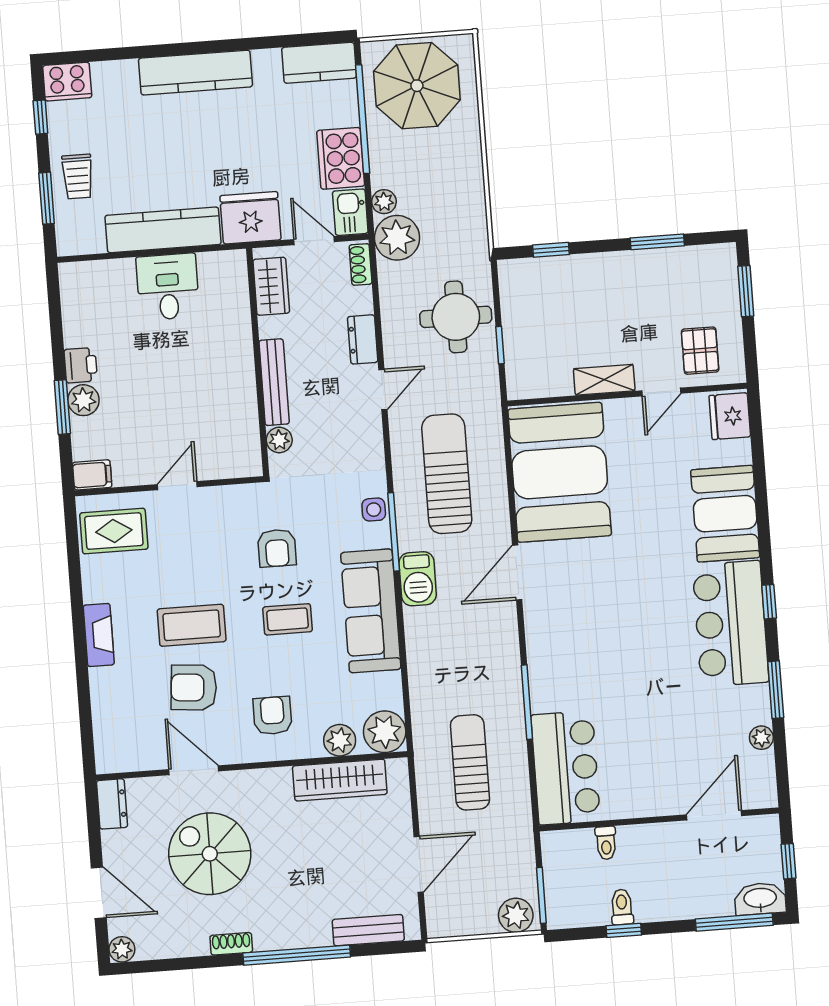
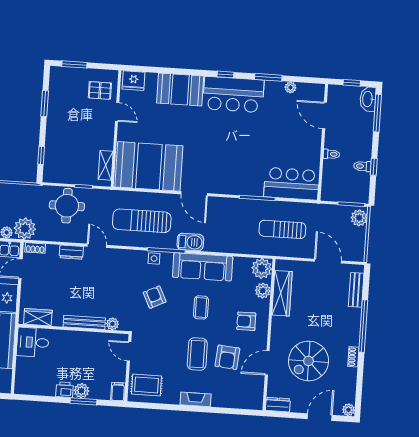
wardrobe: (271, 286) -> (38, 317), moved
wall: (258, 362) -> (73, 329), moved
shelving: (604, 380) -> (106, 165), moved
bench: (274, 382) -> (84, 322), moved
plant: (279, 440) -> (112, 324), moved
rug: (114, 531) -> (147, 385), turned 90
armchair: (277, 548) -> (155, 297), moved, turned -116
toilet: (606, 843) -> (331, 154), moved

